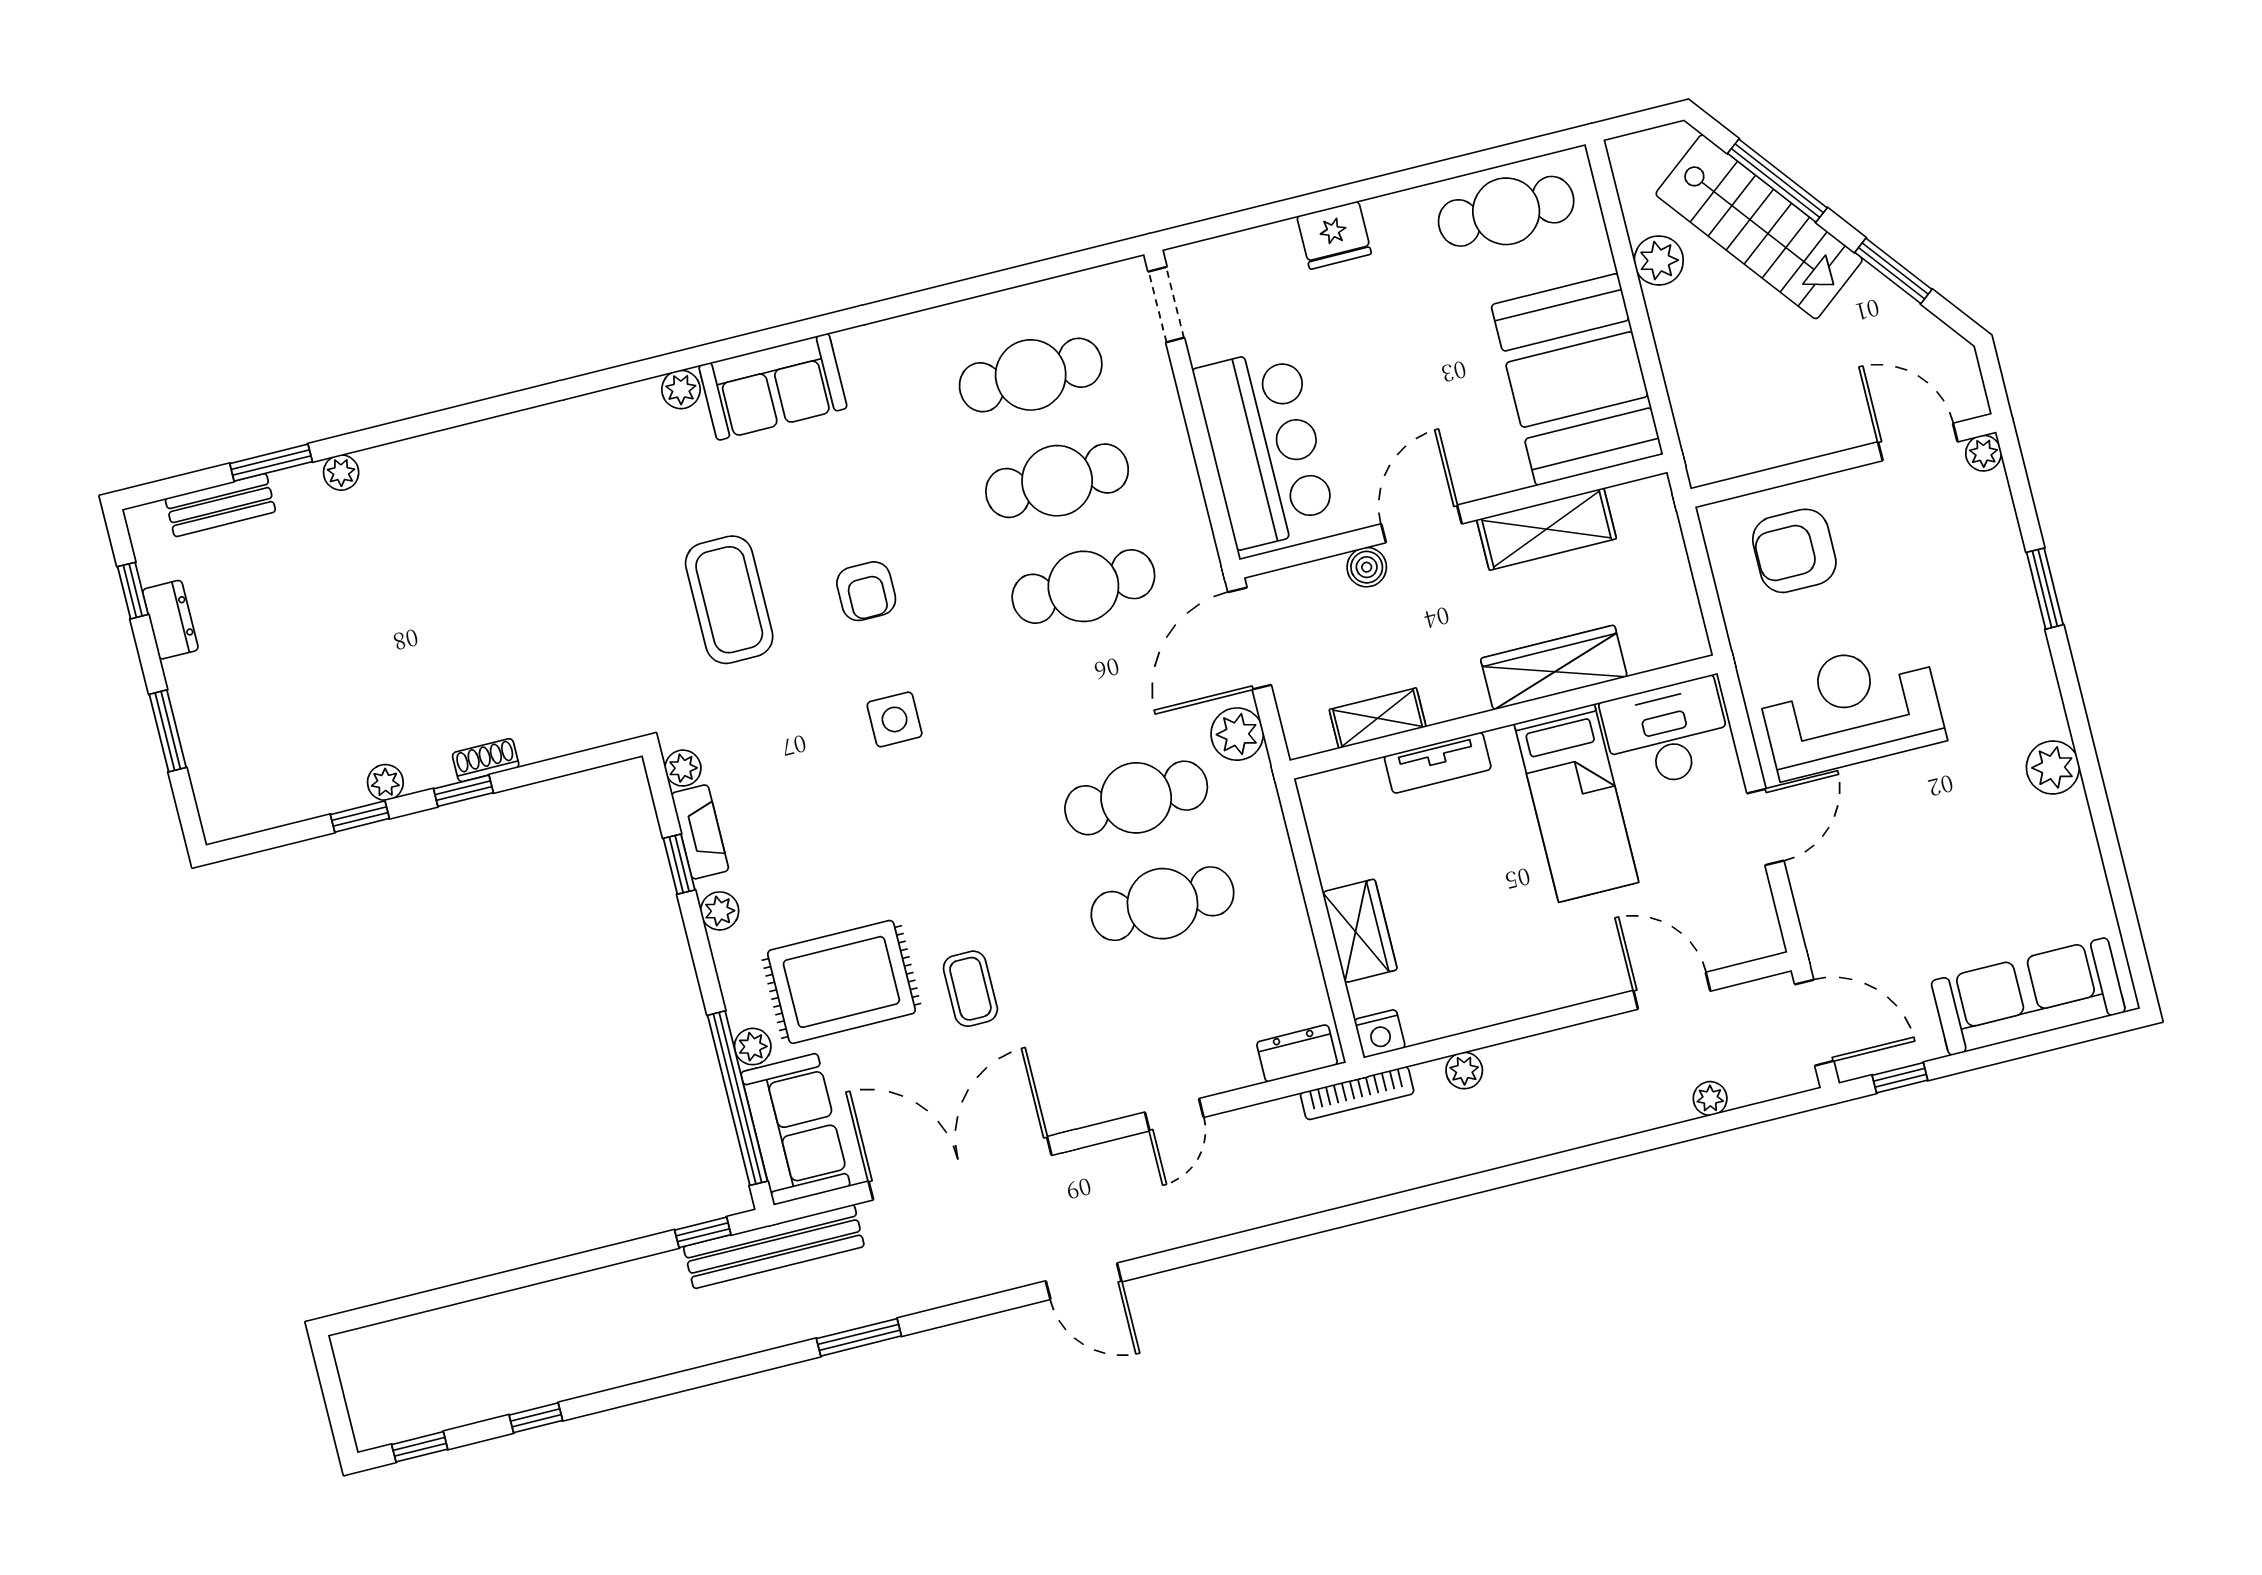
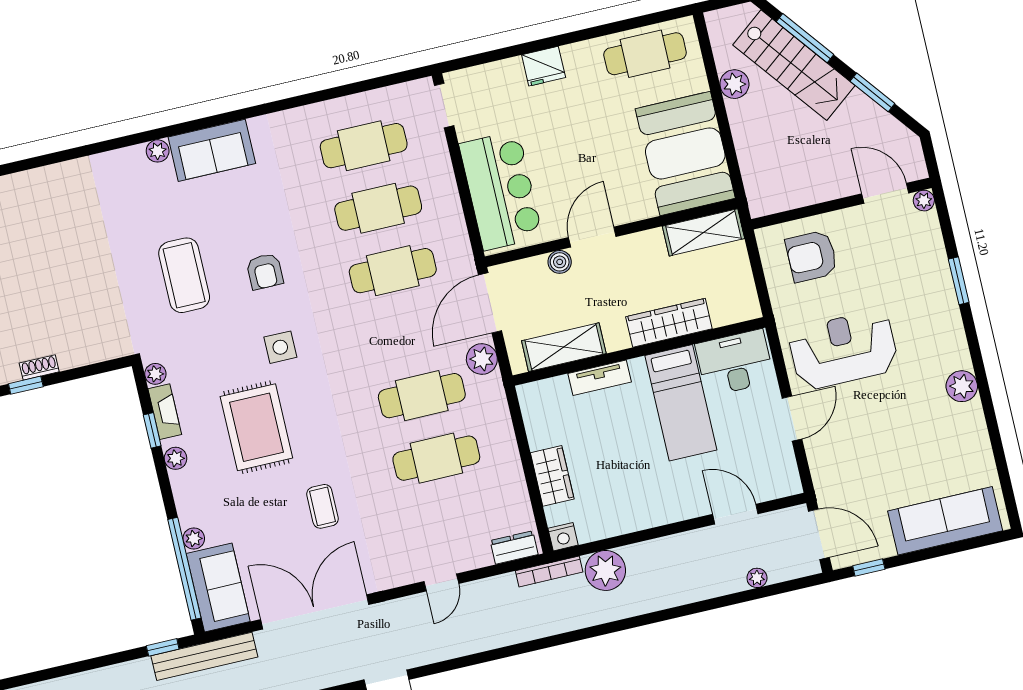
shelving: (1547, 529) -> (704, 232), moved
shelving: (1378, 718) -> (564, 347), width x1.50, depth x1.33
rug: (841, 982) -> (256, 427), moved, turned 90
plant: (1464, 1071) -> (605, 570), width x1.87, depth x1.87

